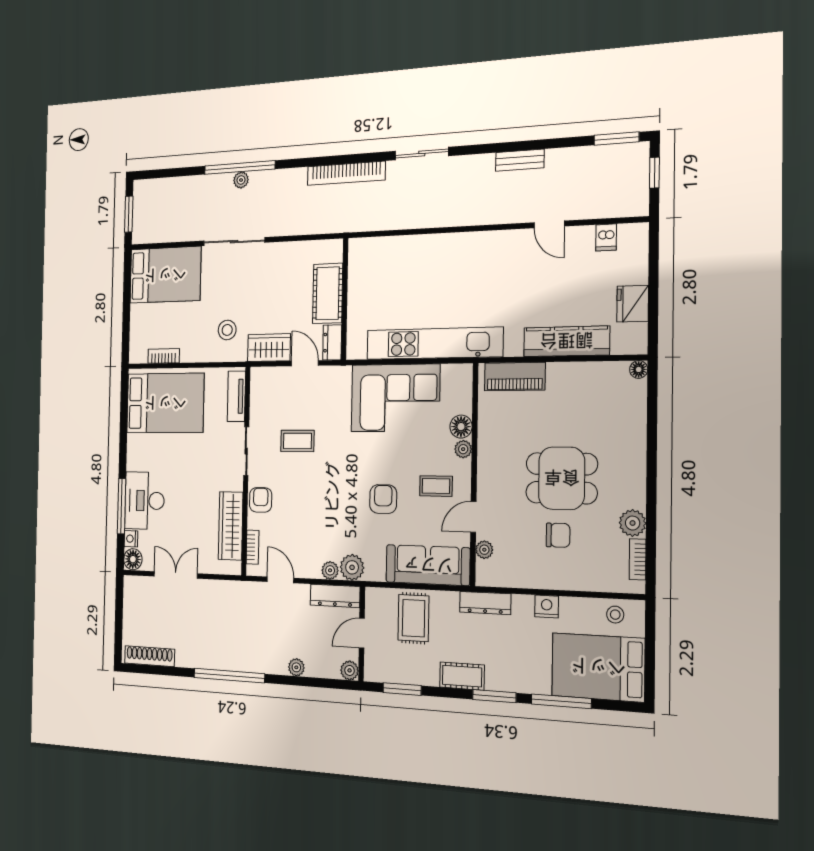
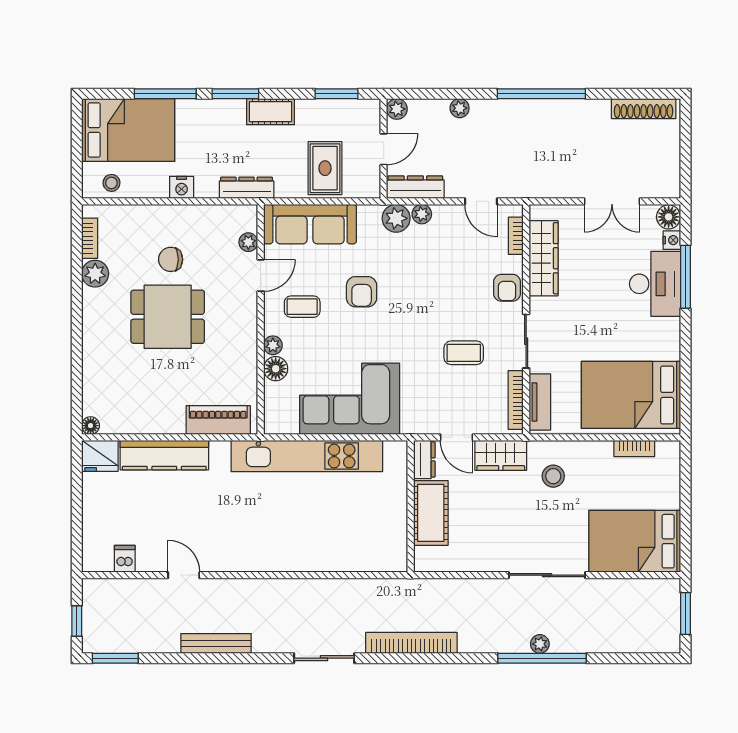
bench: (520, 160) -> (216, 643), width x1.36
fridge: (633, 304) -> (100, 456), moved, turned 90
bookcase: (256, 398) -> (516, 400), added

